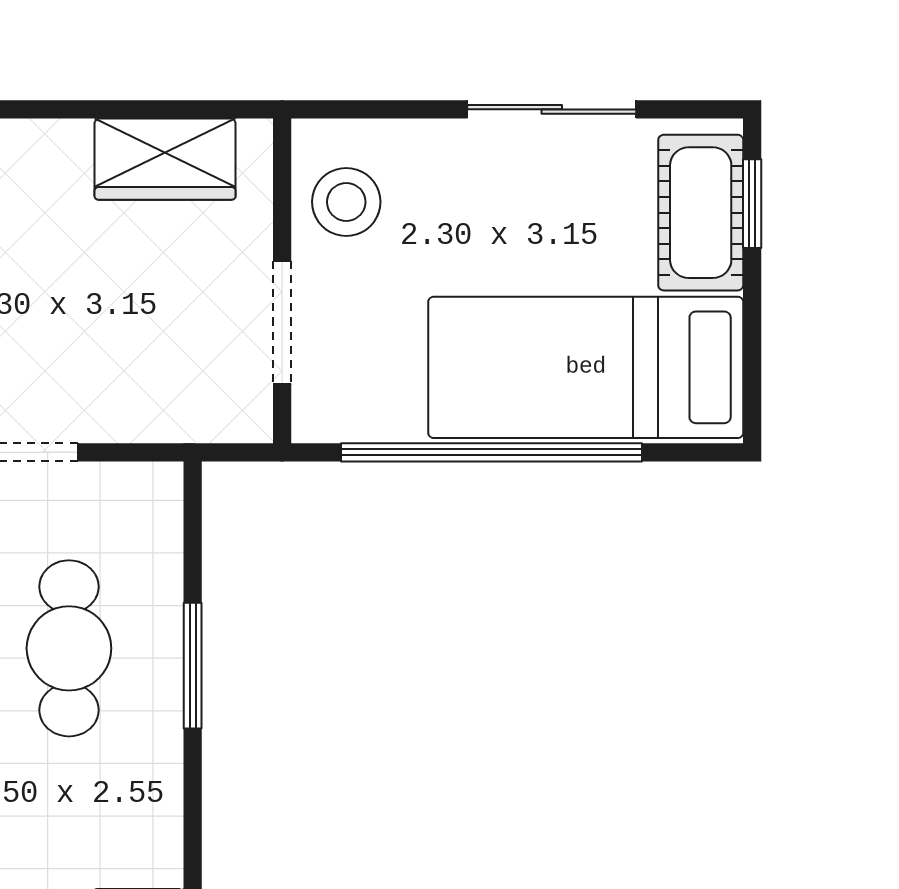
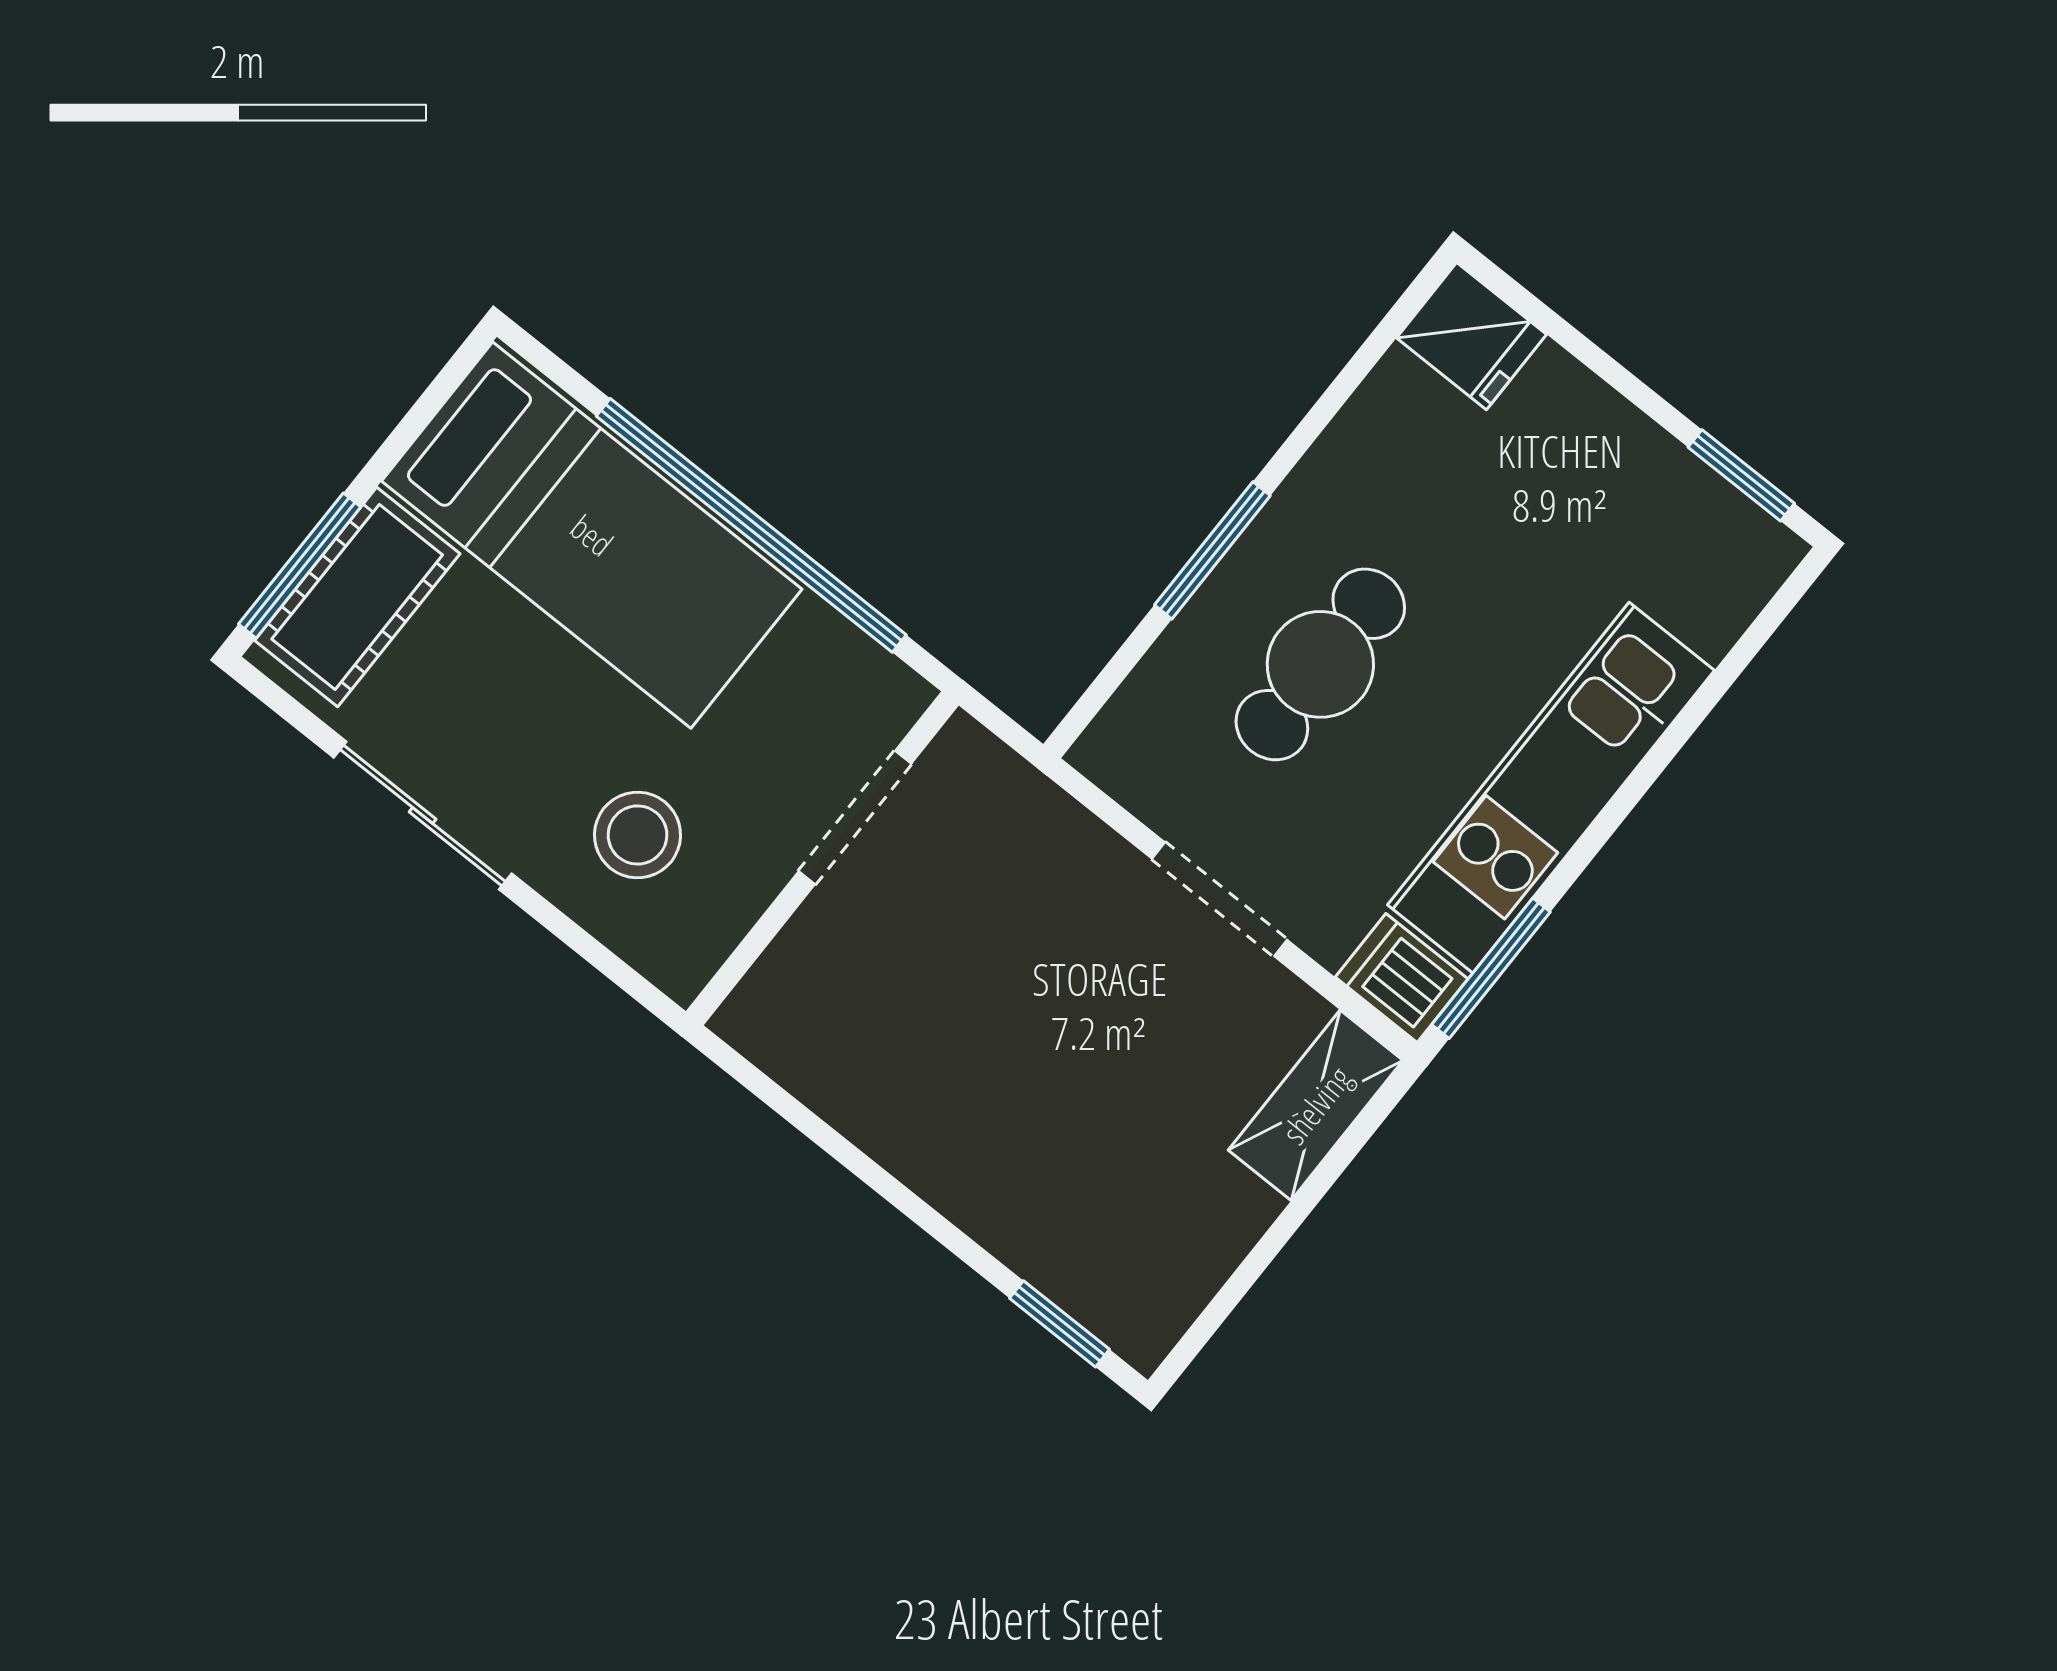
wardrobe: (165, 159) -> (842, 1070), removed
stool: (346, 202) -> (638, 835), moved
window: (752, 204) -> (300, 566), width x1.50

